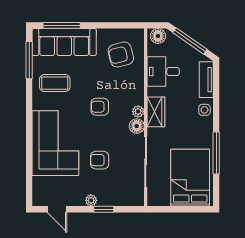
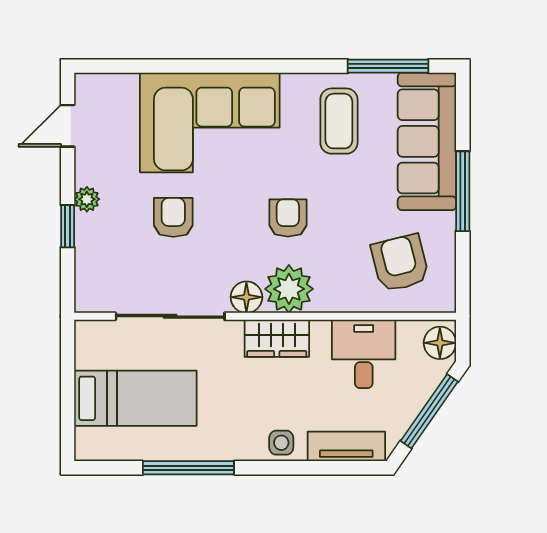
window: (62, 25) -> (463, 191), moved
plant: (138, 111) -> (289, 289), width x1.87, depth x1.87
bed: (190, 178) -> (135, 398), width x0.67

